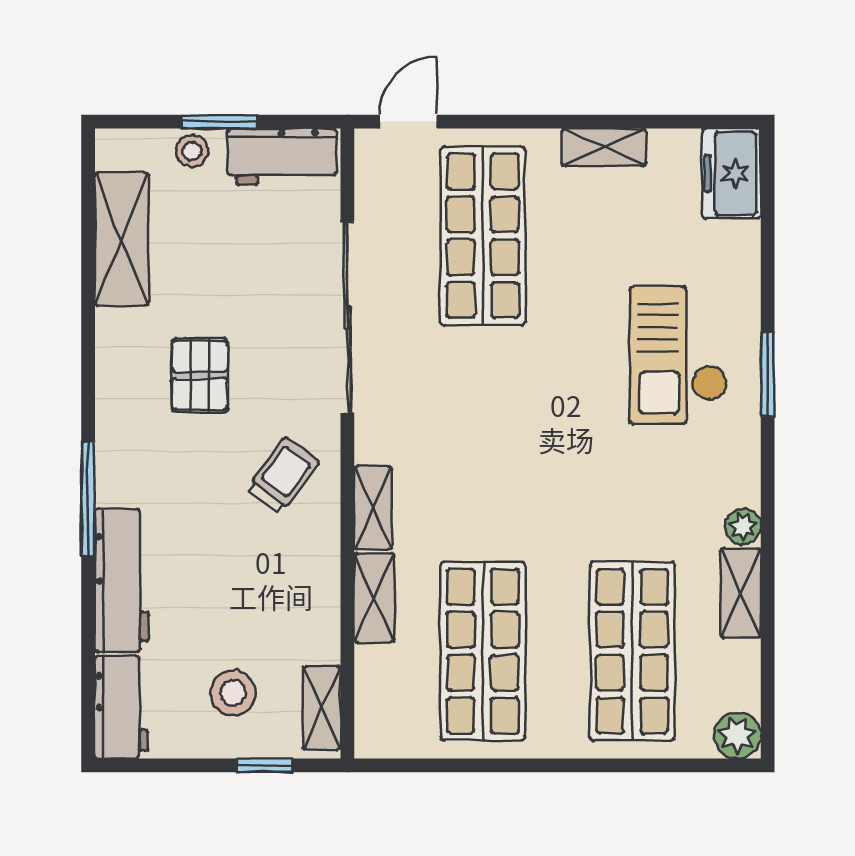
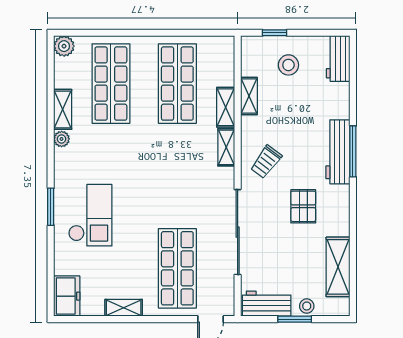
workbench: (122, 580) -> (338, 152), moved
shelving: (322, 708) -> (249, 96), moved

